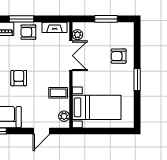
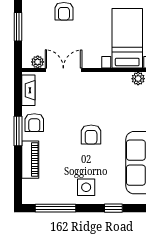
armchair: (19, 78) -> (91, 135), turned -90
coffee table: (58, 93) -> (109, 86), removed

